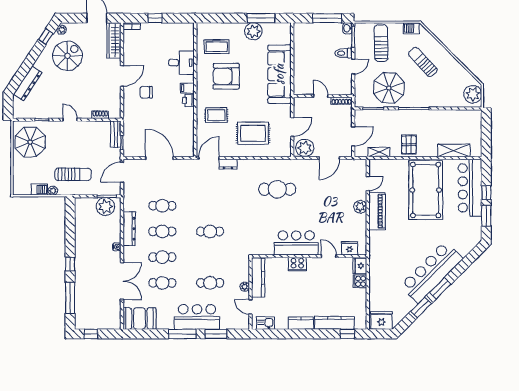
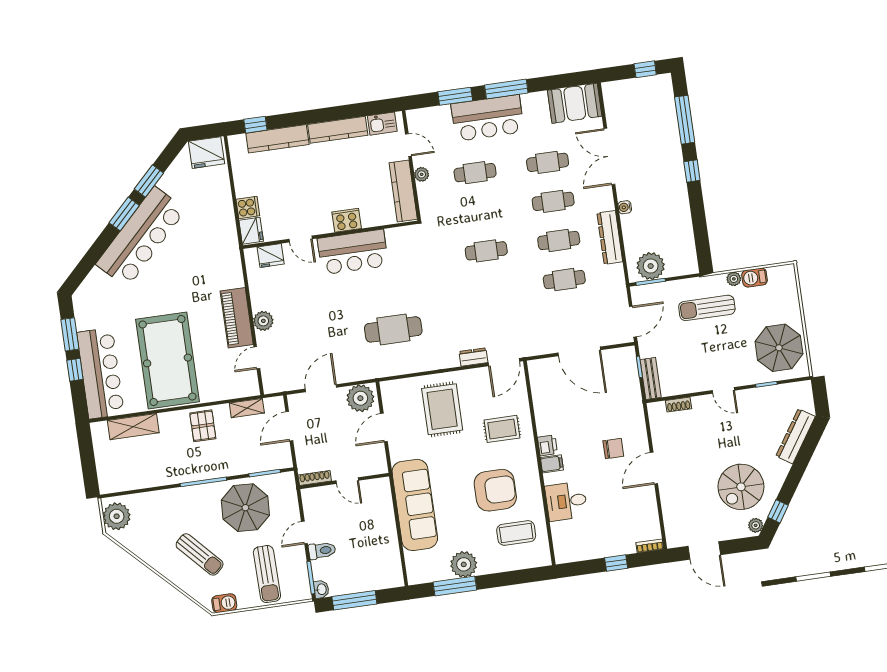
wardrobe: (114, 40) -> (674, 520), removed
rug: (253, 133) -> (442, 409), turned 90
kitchen counter: (301, 323) -> (338, 130), width x1.50

